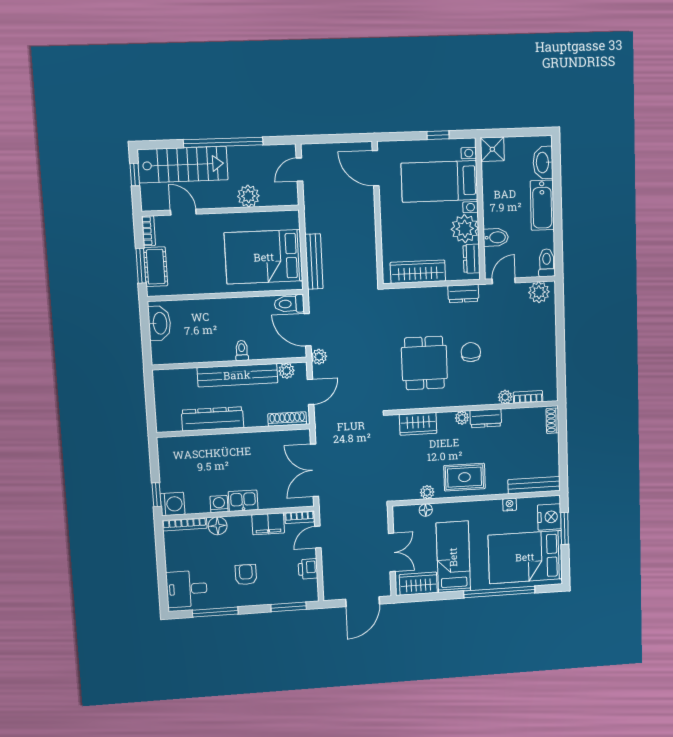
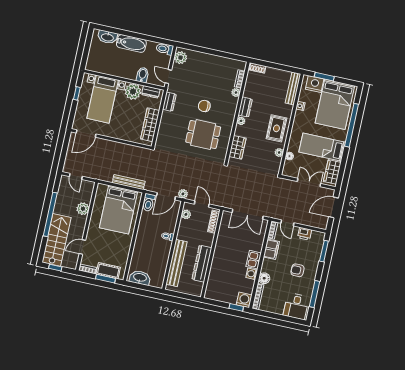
shower: (492, 149) -> (93, 64), removed
bench: (237, 375) -> (176, 263), moved
door: (363, 602) -> (334, 207), swing flipped

